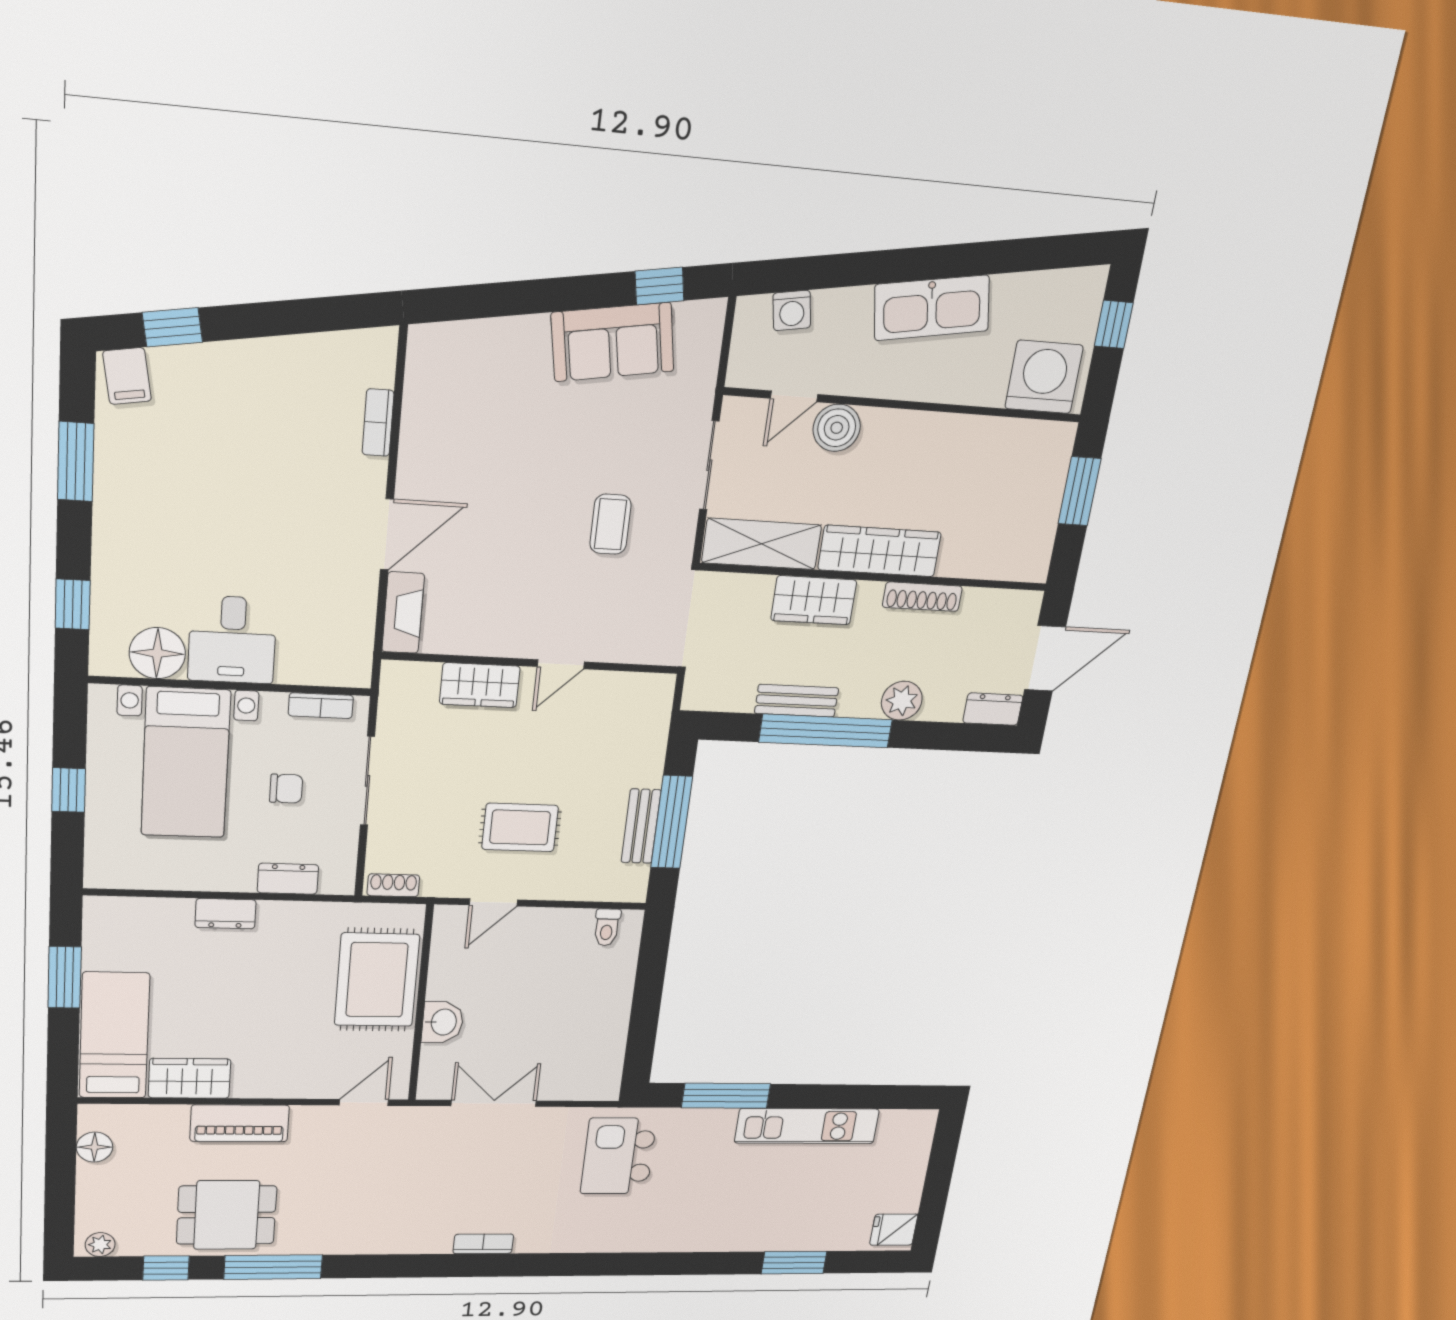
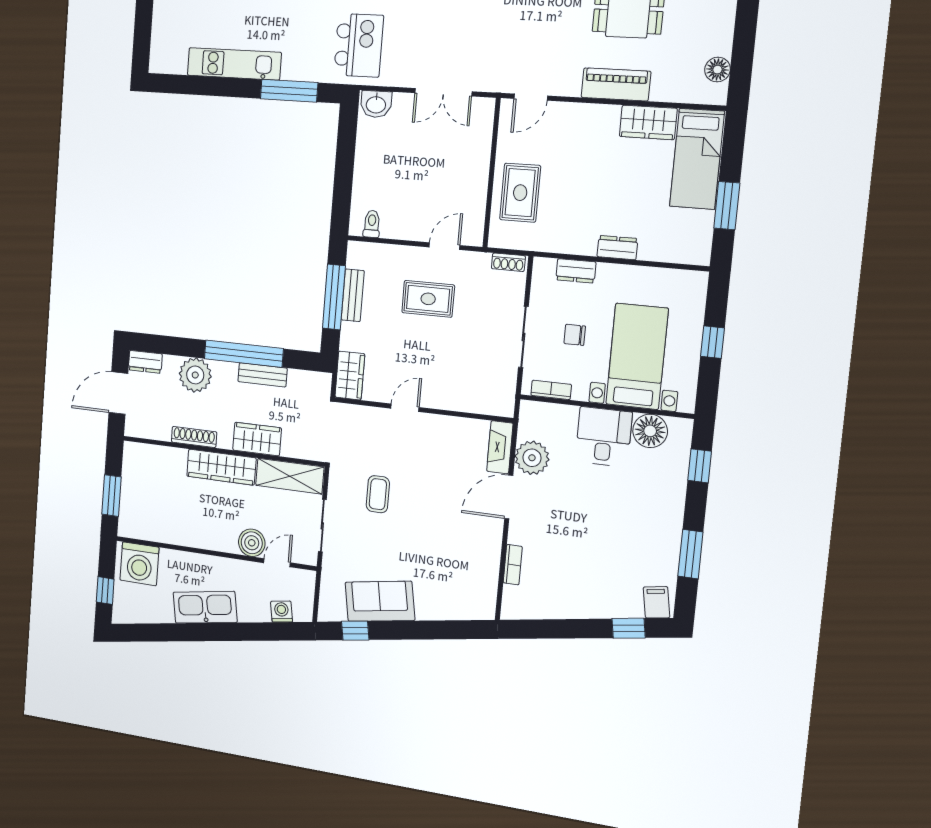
plant: (349, 600) -> (532, 458), added
wardrobe: (480, 685) -> (350, 375), moved, turned 90
plant: (902, 701) -> (195, 375), width x1.36, depth x1.36
rug: (377, 980) -> (520, 193), width x0.73, depth x0.70
washbasin: (443, 1022) -> (376, 104), moved, turned -90

